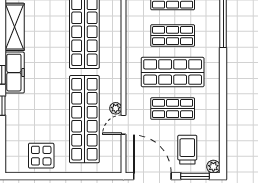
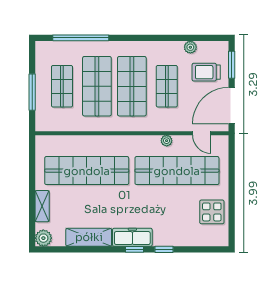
shop shelf: (173, 36) -> (97, 86), width x1.43, depth x1.36
door: (123, 125) -> (202, 133), moved
plant: (213, 167) -> (190, 47), moved

